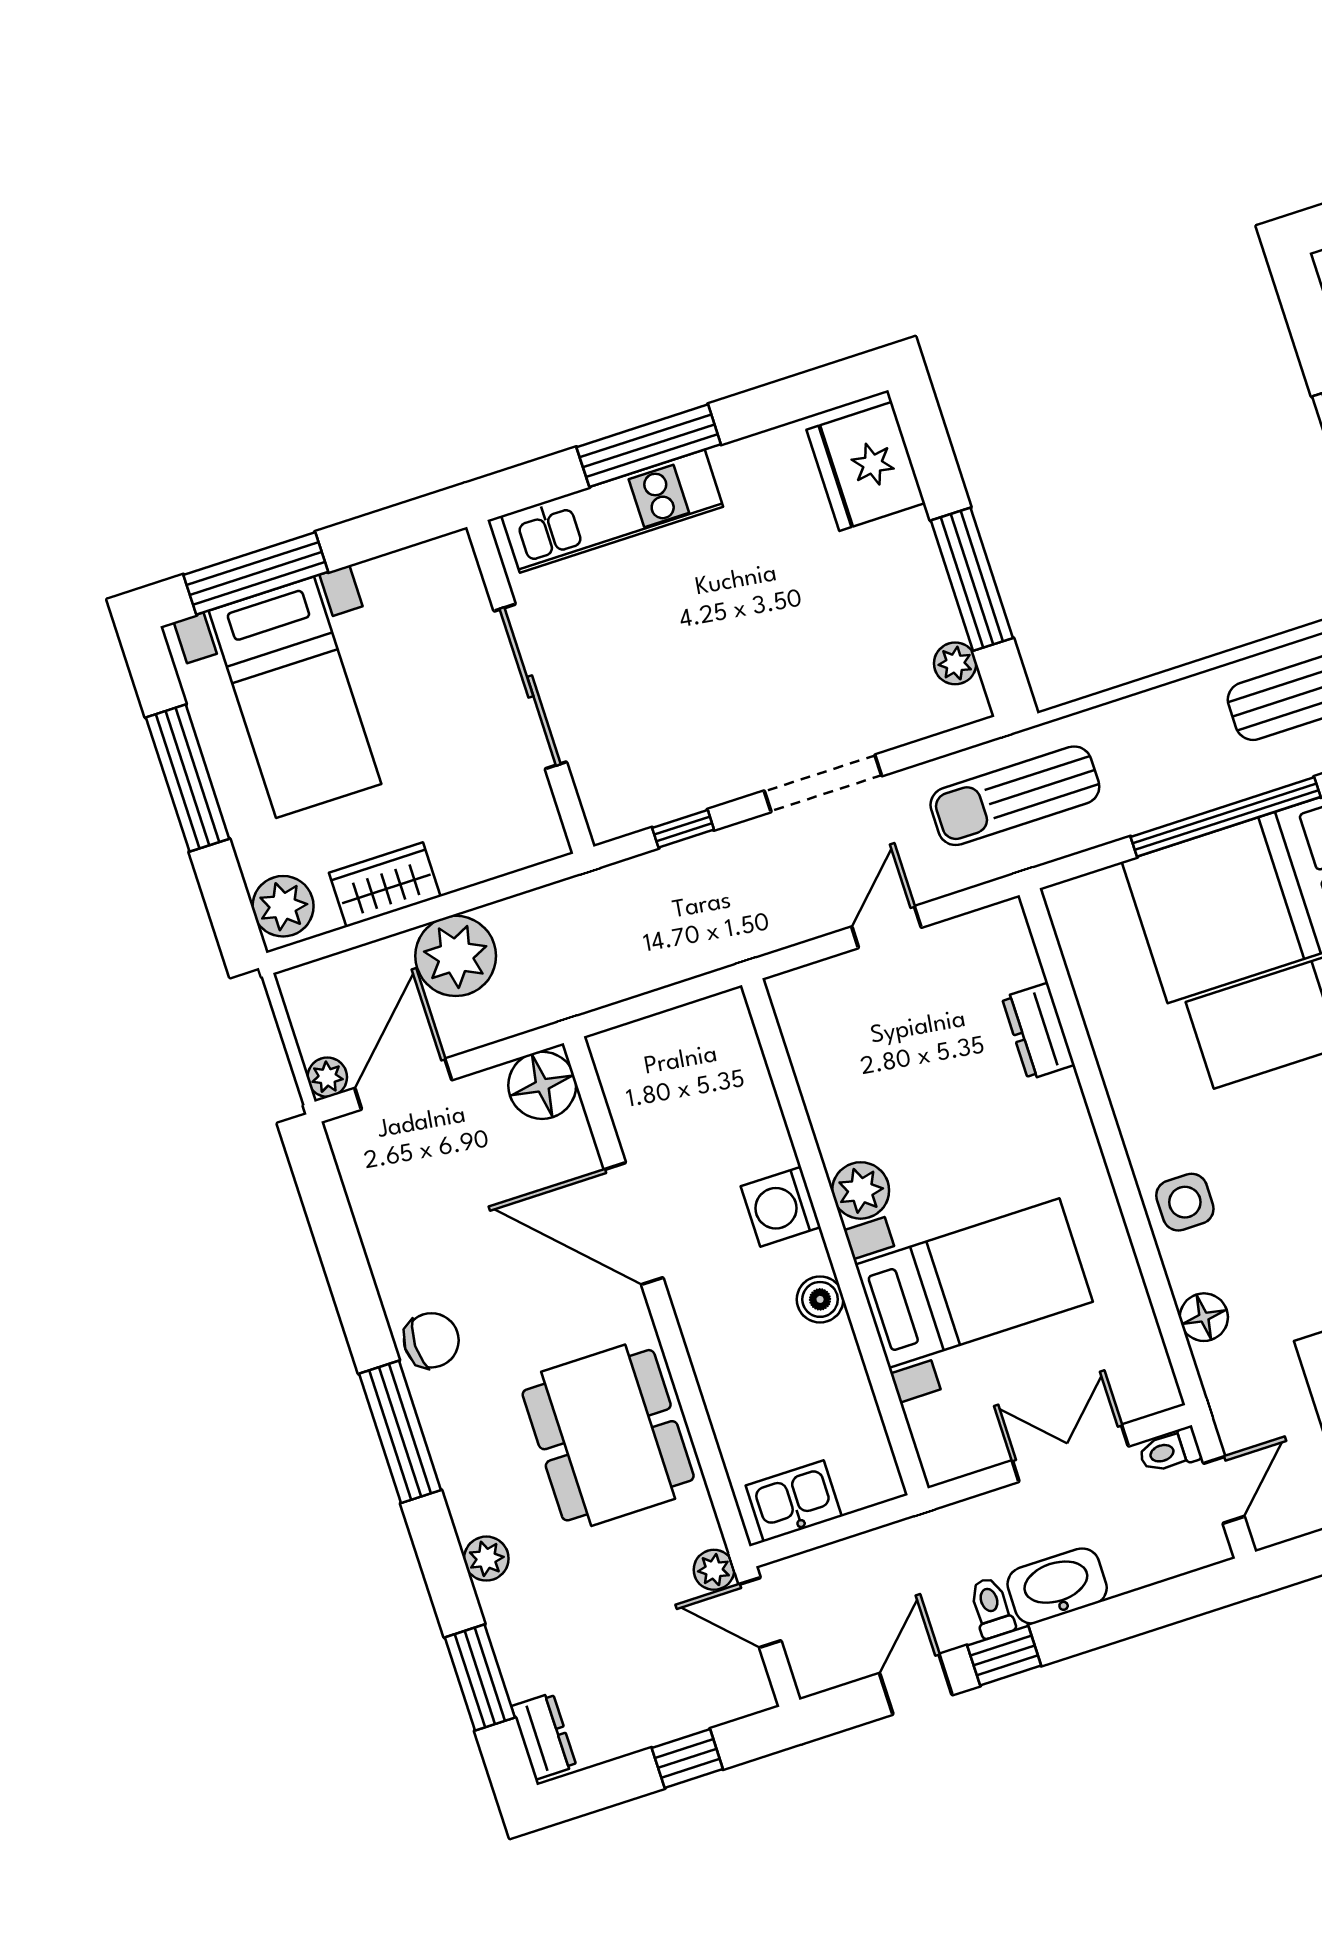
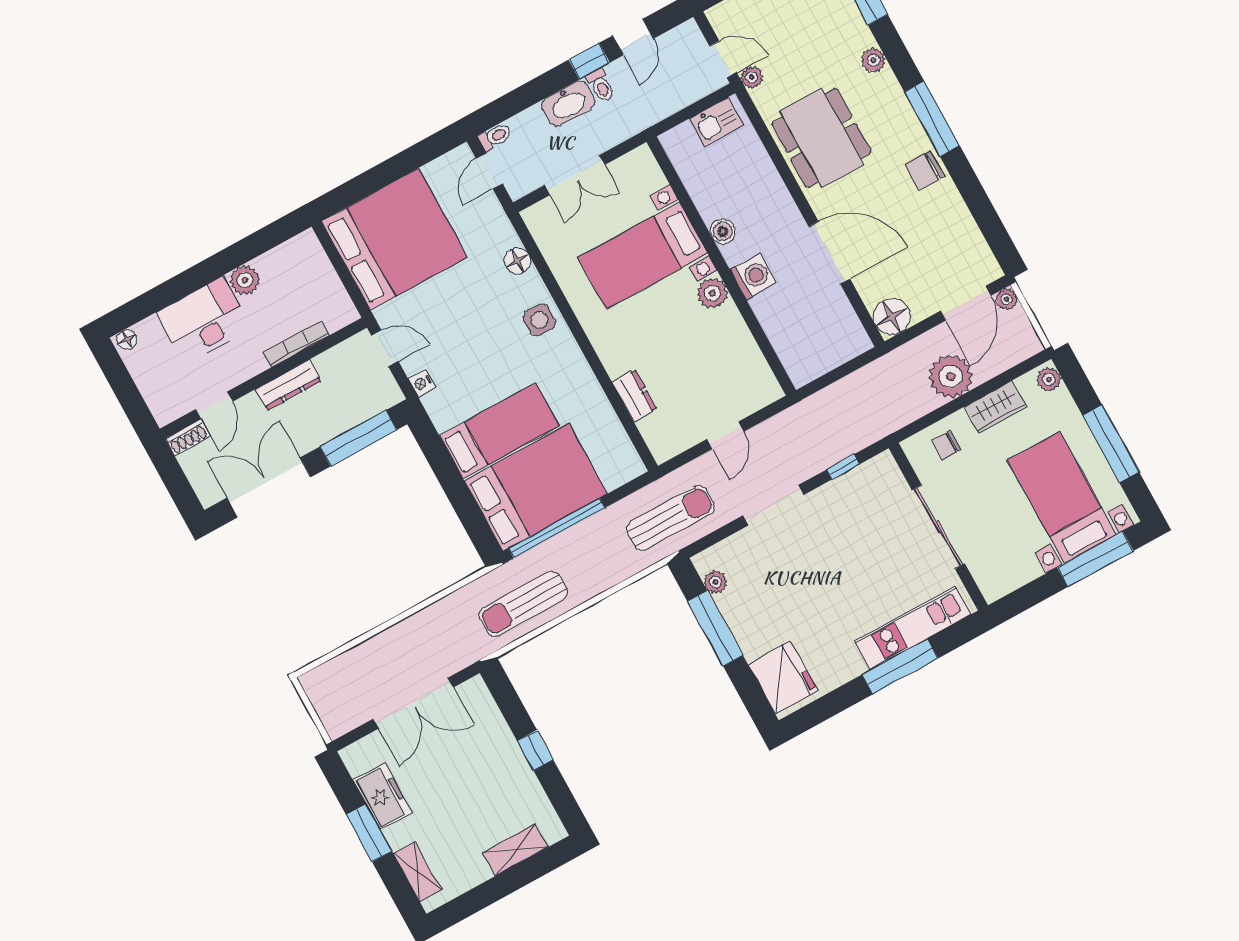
chair: (488, 832) -> (946, 445), added
plant: (283, 906) -> (1049, 379), width x0.73, depth x0.73
toilet: (1170, 1451) -> (495, 137), moved

